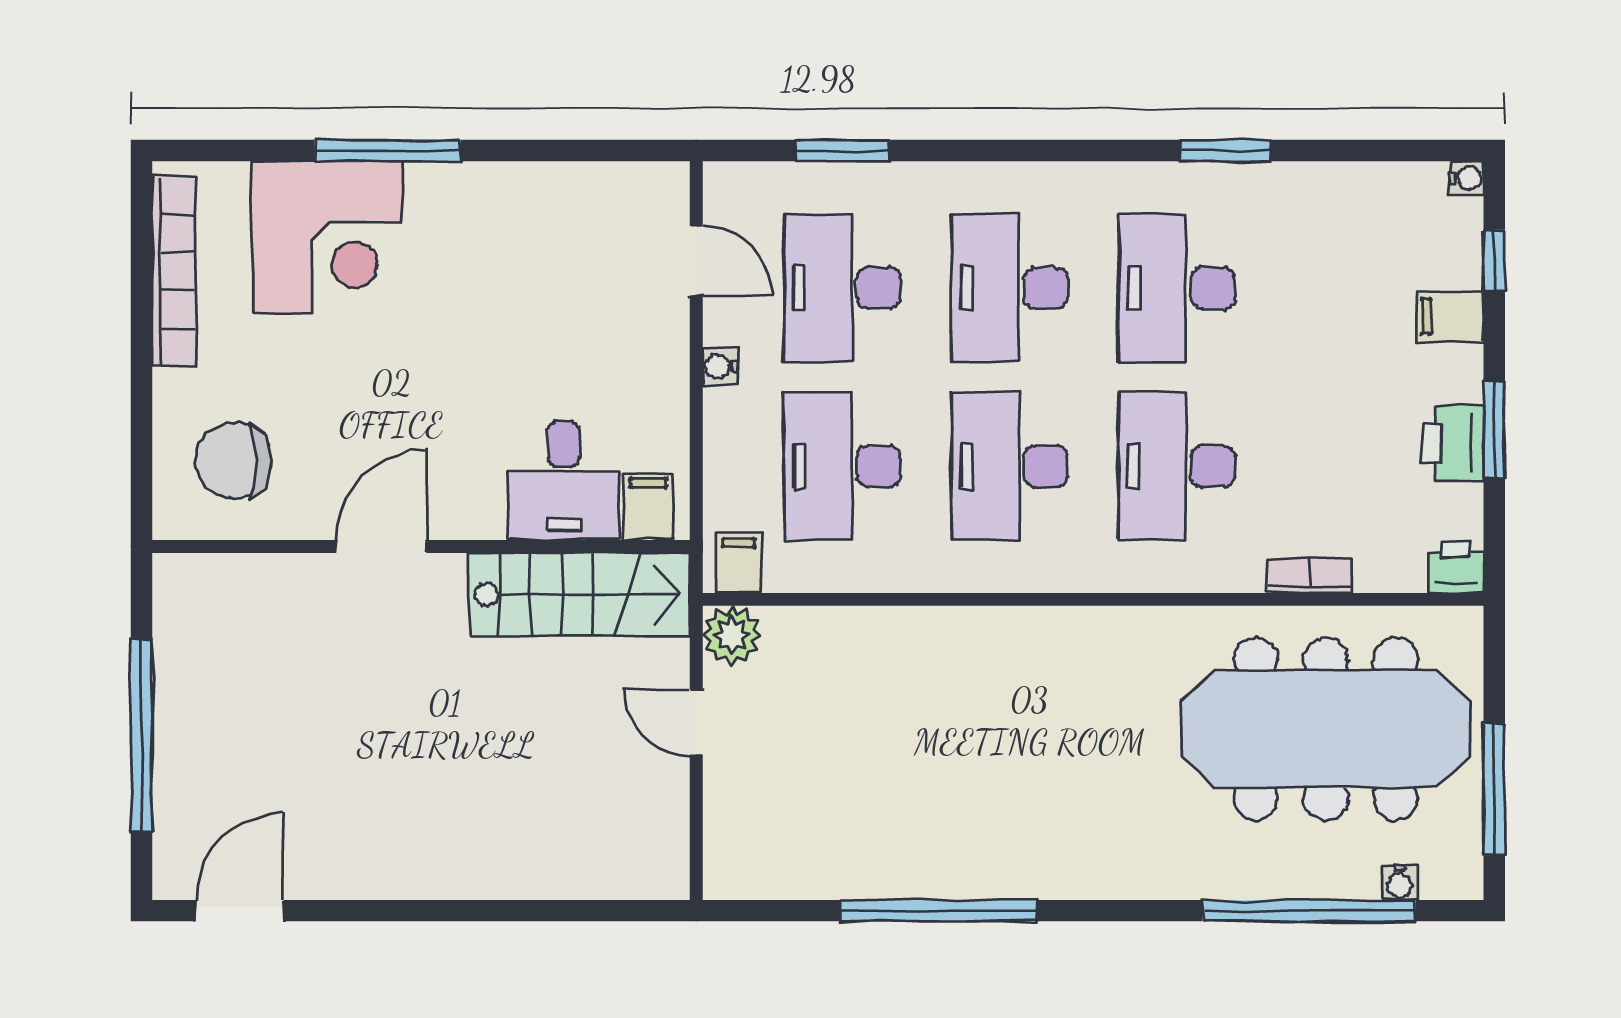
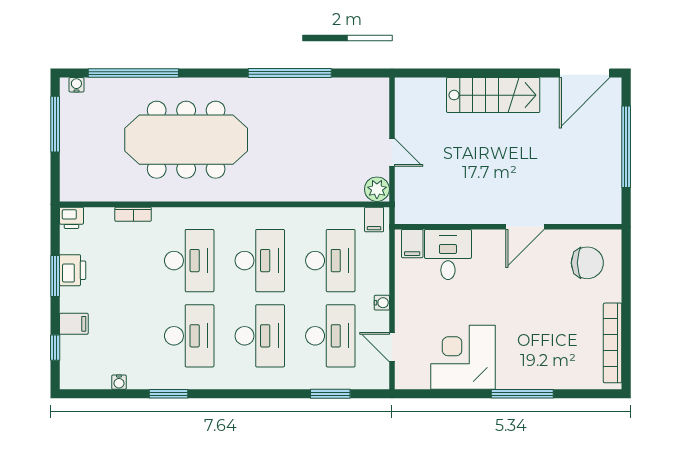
water cooler: (1467, 178) -> (119, 382), moved, turned -90
corner desk: (327, 237) -> (463, 357), moved
stairs: (579, 594) -> (493, 95), moved, turned 180
meeting table: (1326, 729) -> (186, 140), moved
water cooler: (1400, 883) -> (76, 85), moved
door: (240, 911) -> (585, 73), width x1.36

